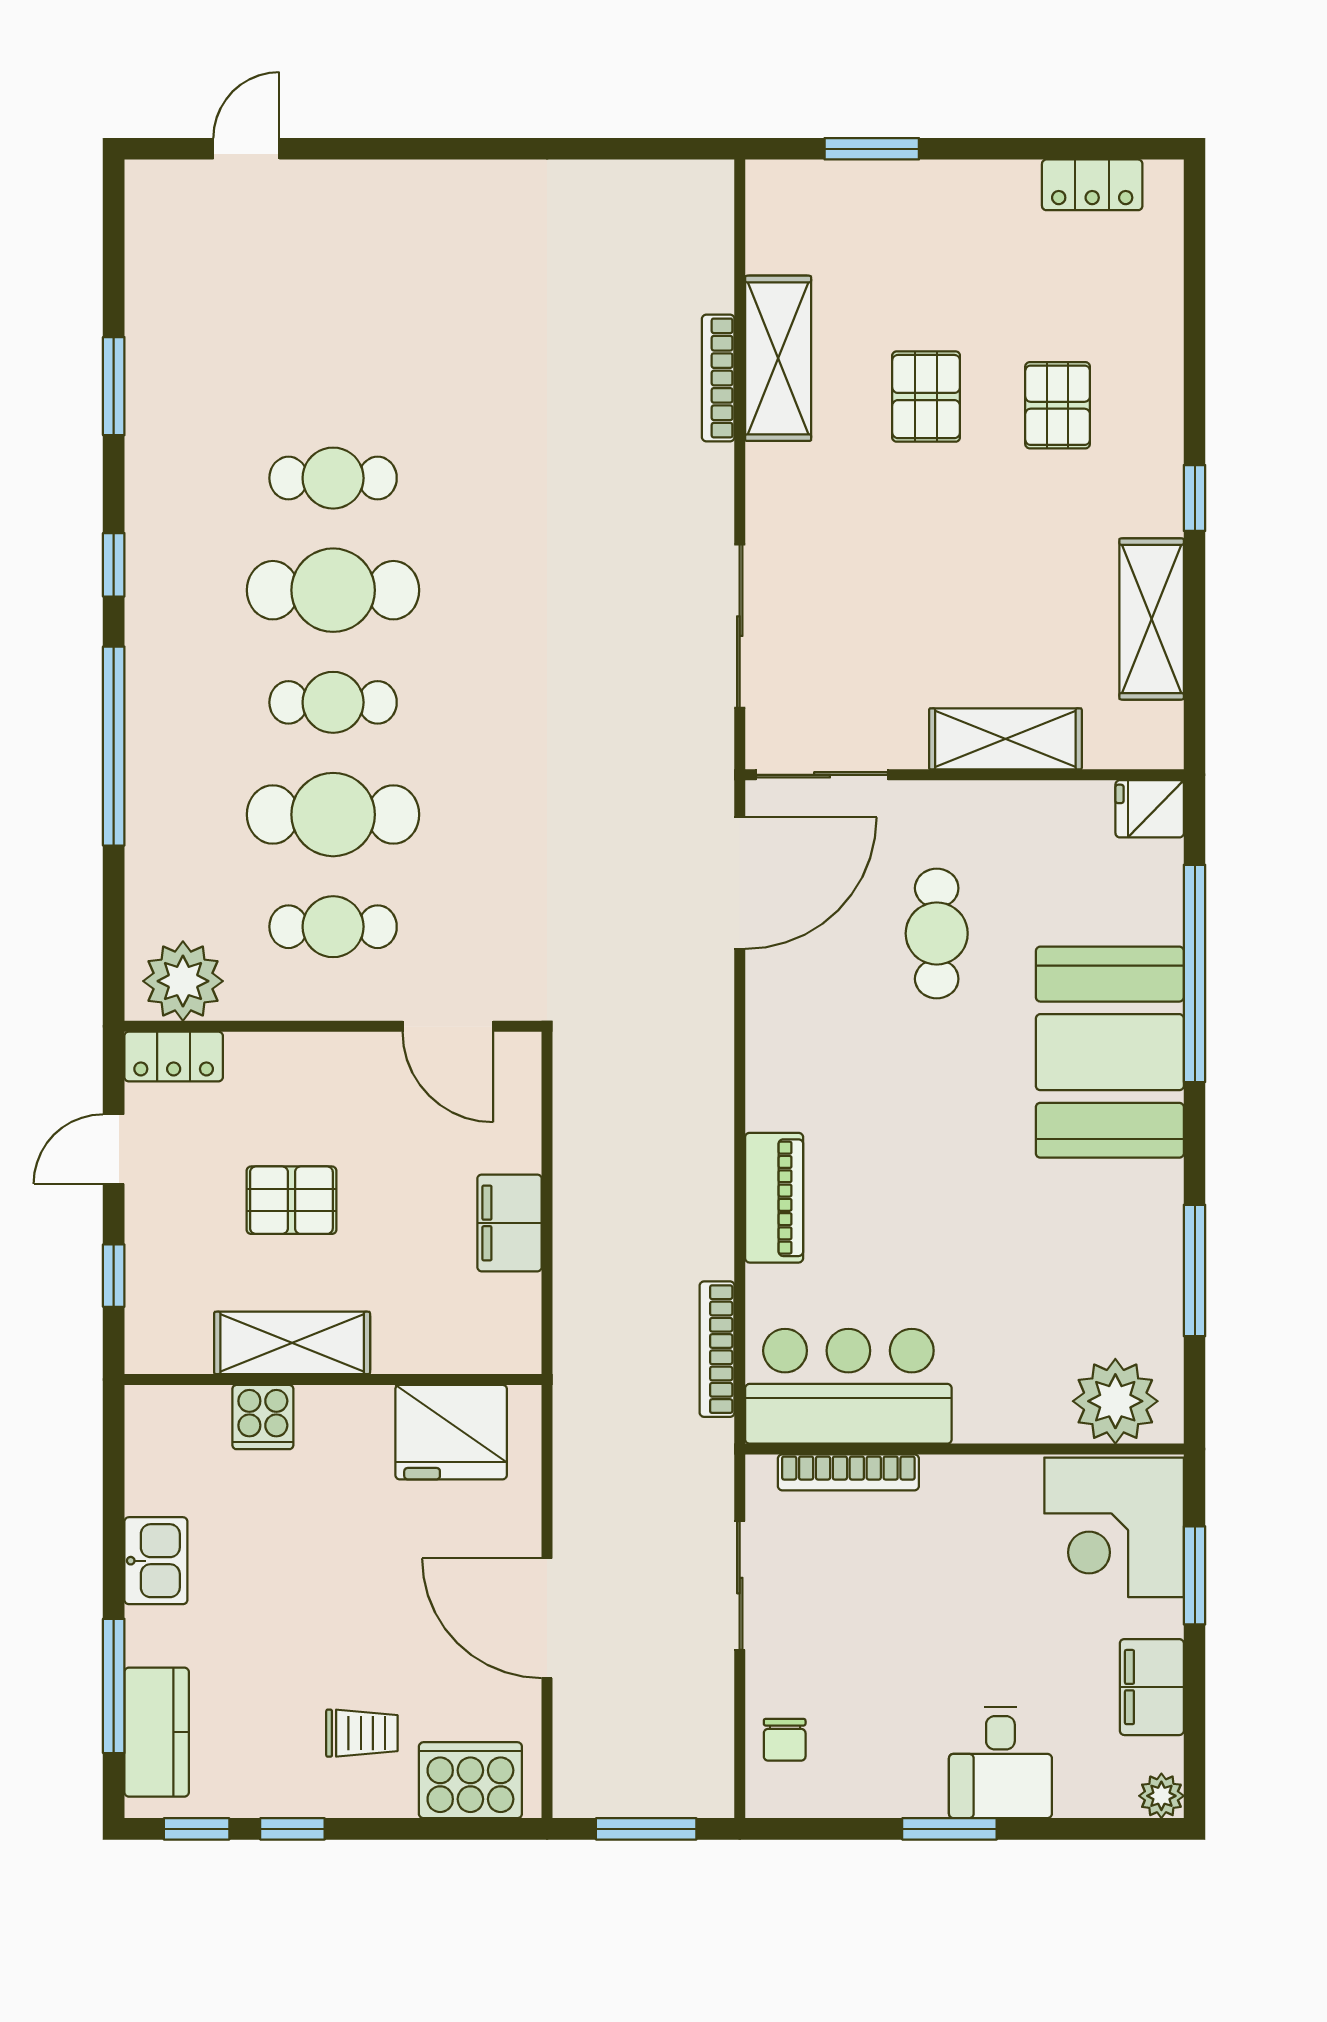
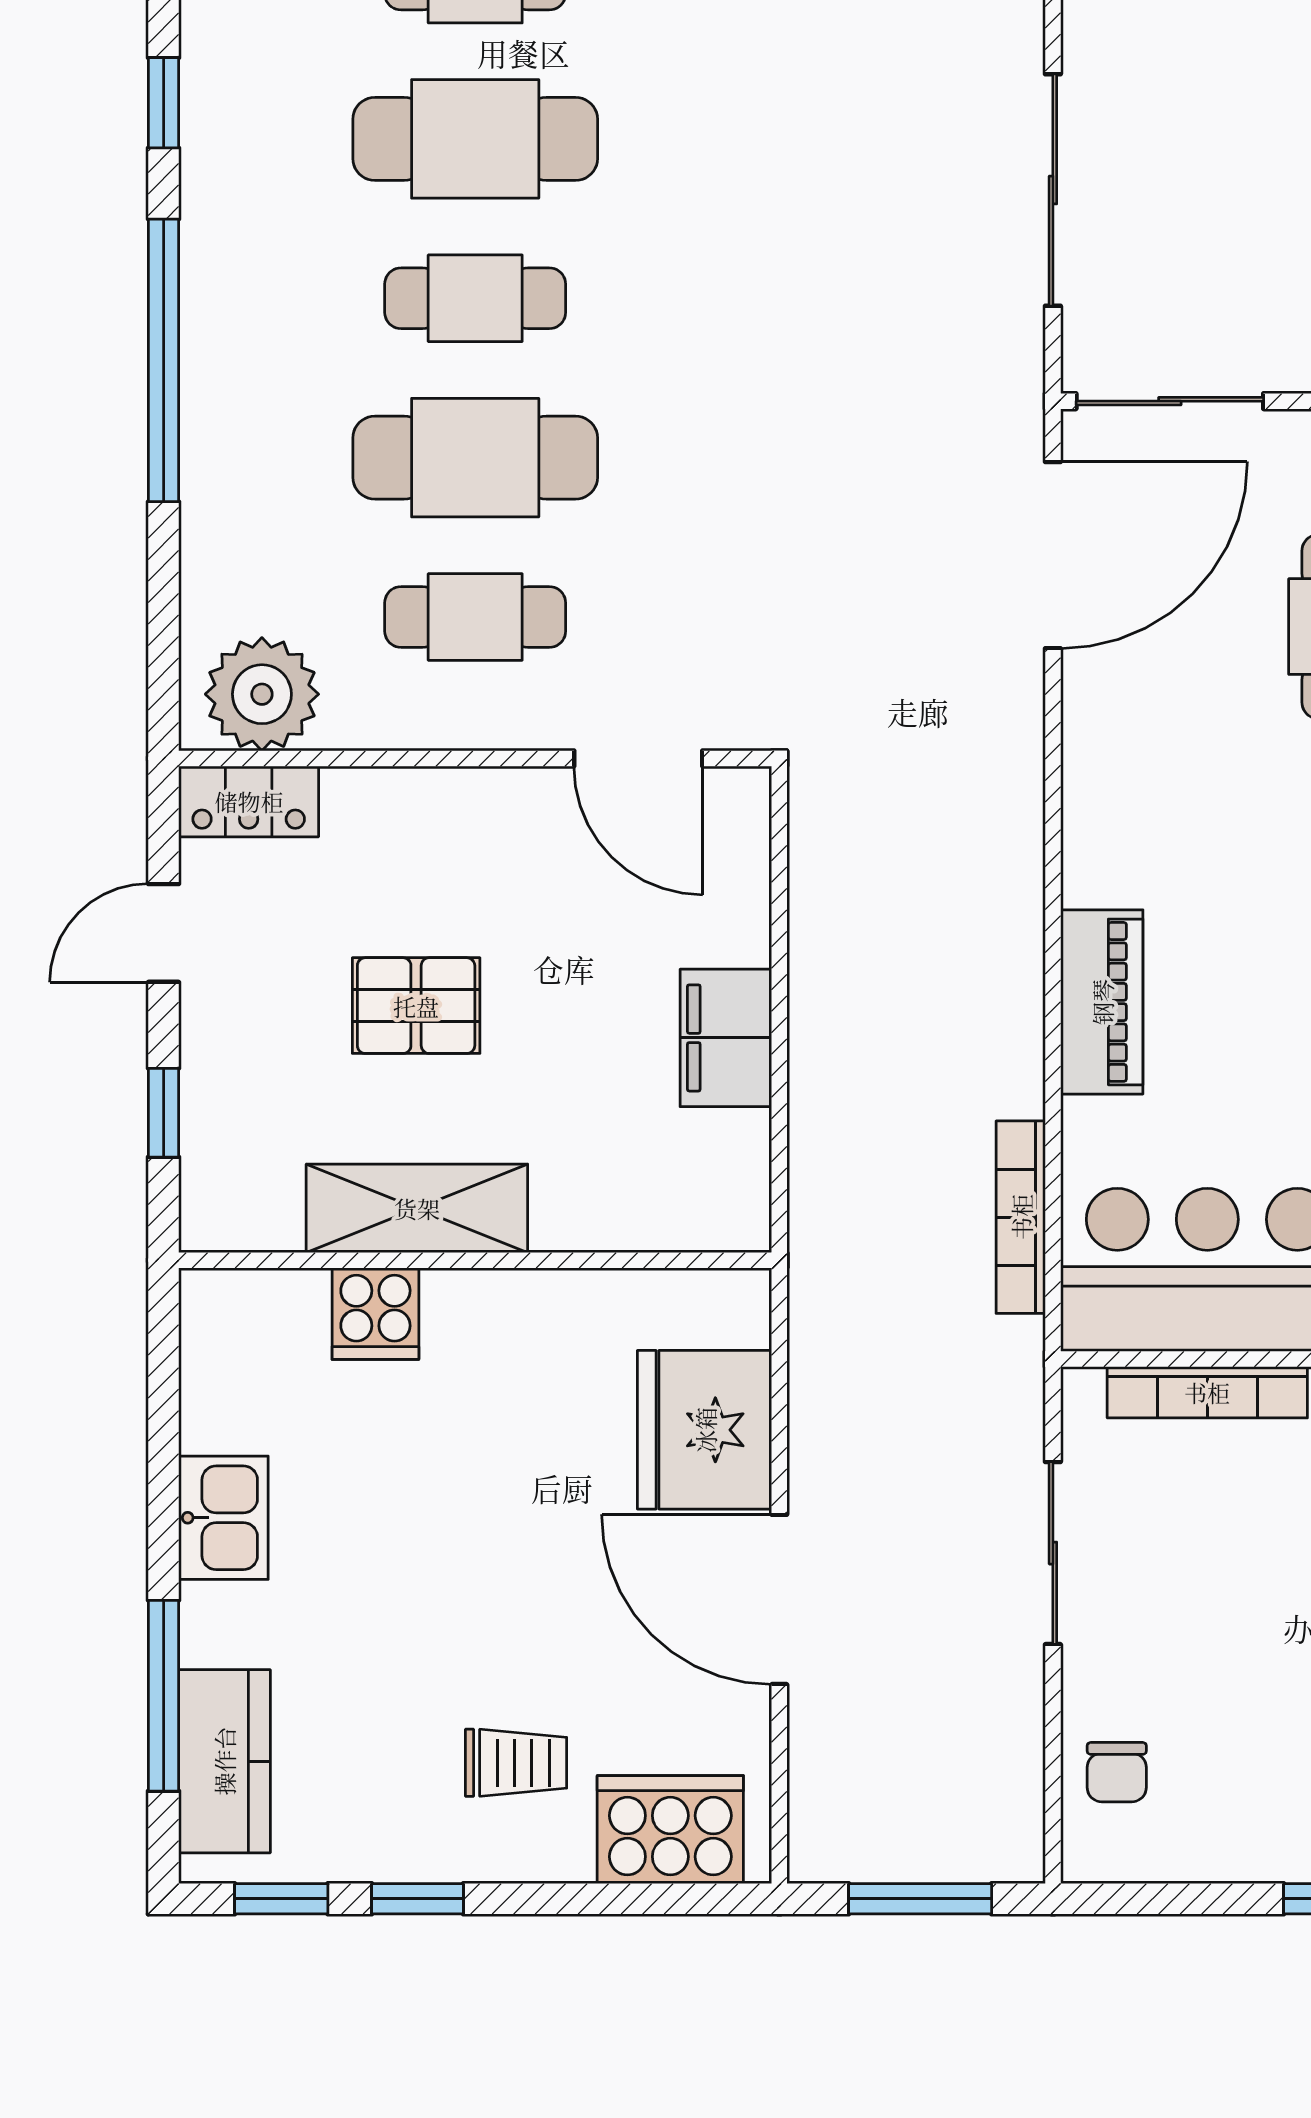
fridge: (451, 1432) -> (705, 1430), moved, turned 90

